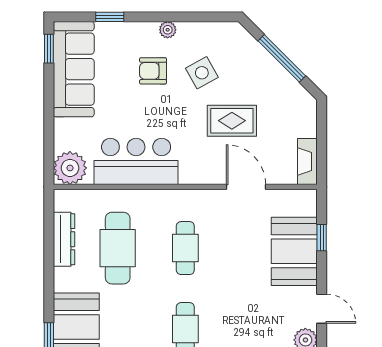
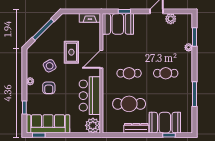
door: (246, 187) -> (101, 59), moved
dresser: (64, 239) -> (136, 128), moved
booth: (294, 251) -> (118, 24), moved

